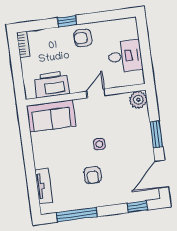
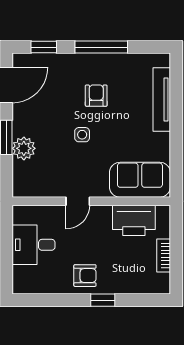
bookcase: (23, 44) -> (164, 256), moved
plant: (138, 100) -> (24, 148), moved
tv unit: (44, 186) -> (162, 100), width x1.41
window: (77, 215) -> (101, 47), moved

